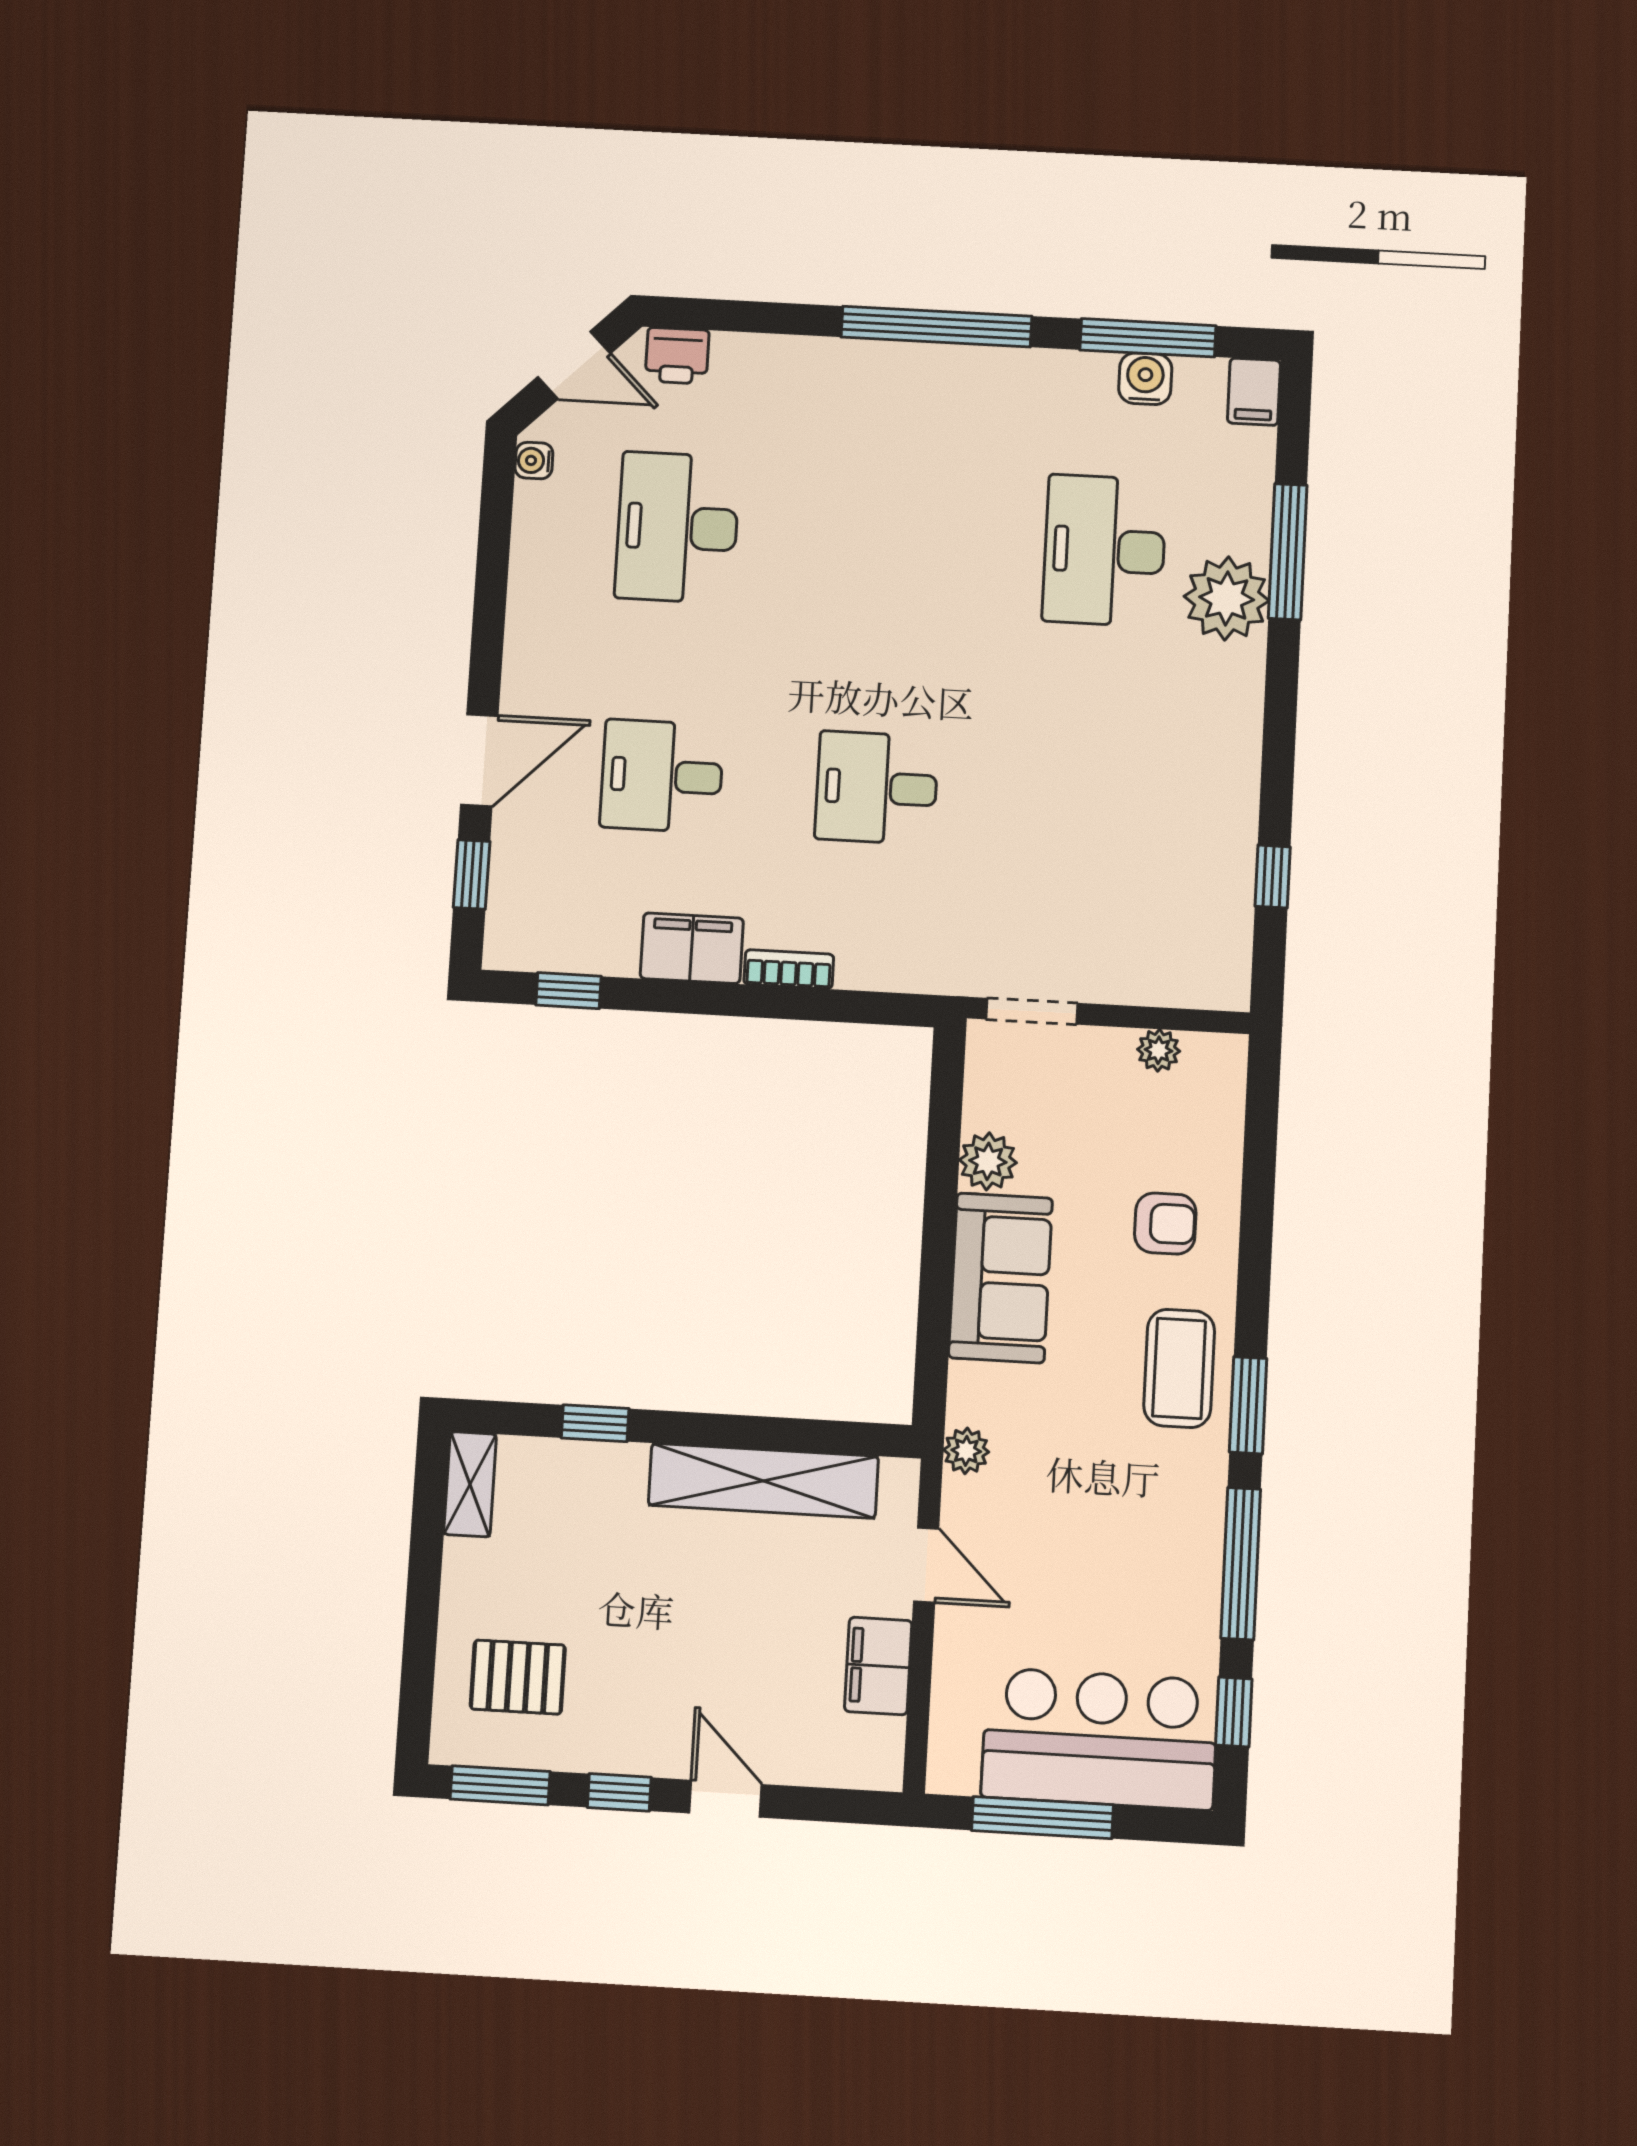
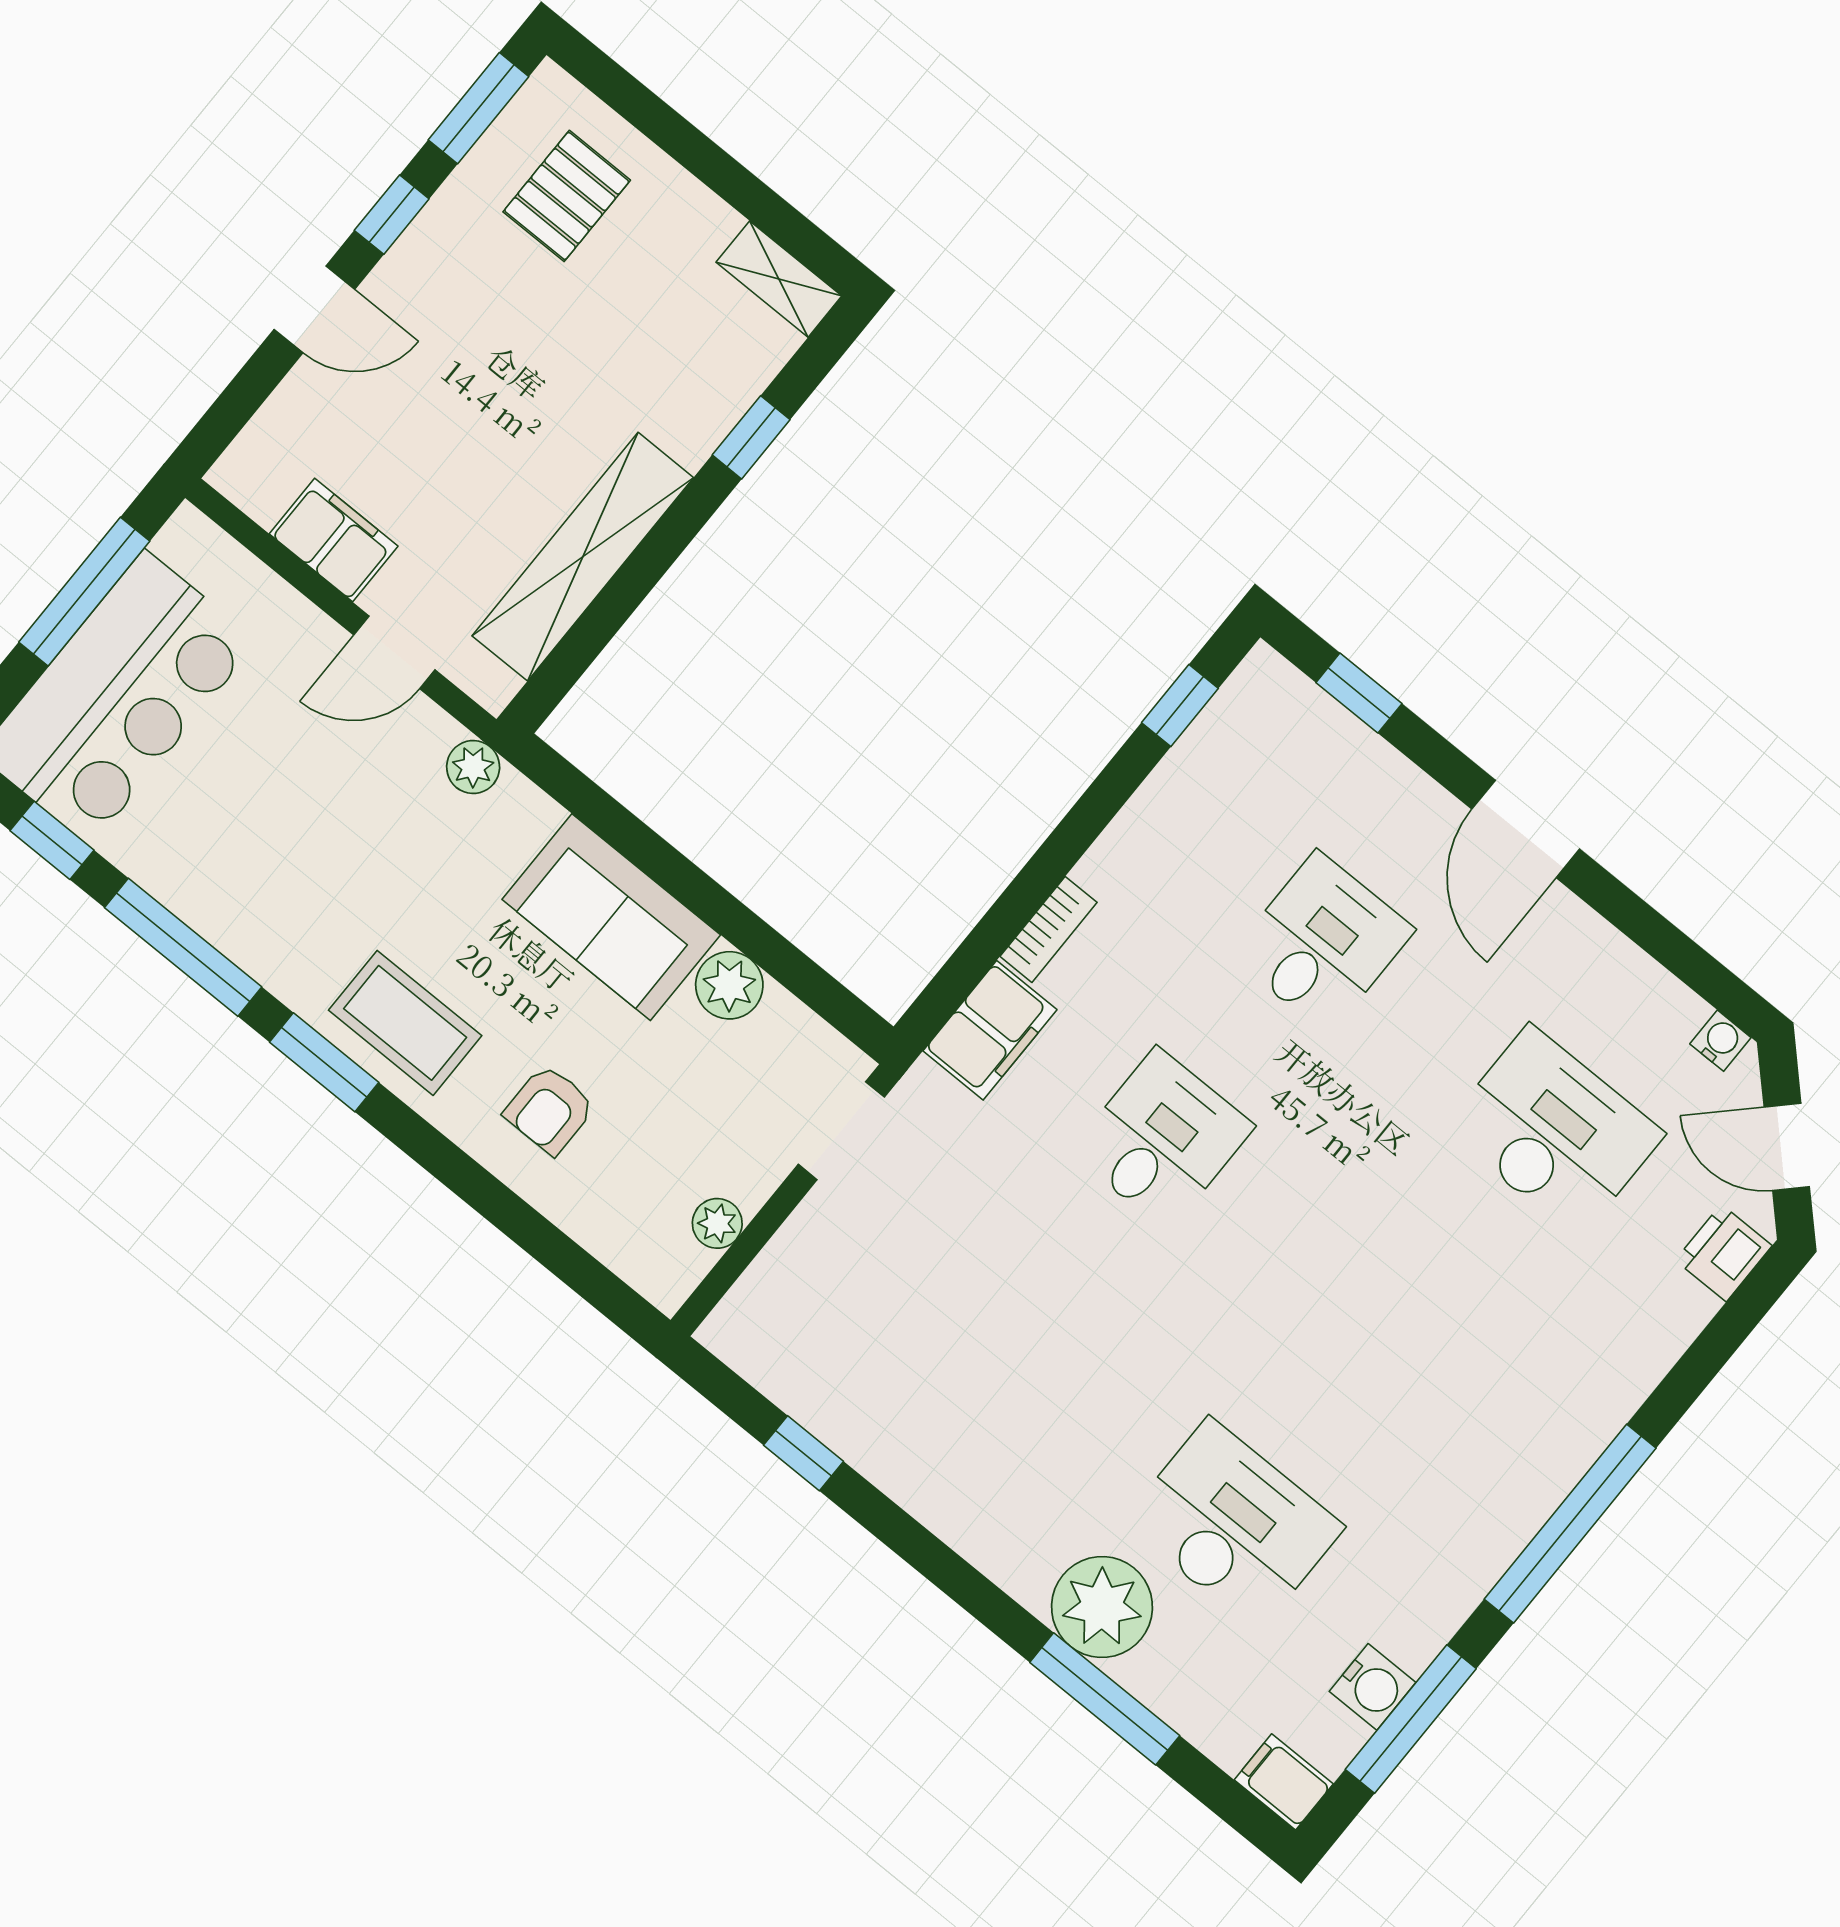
door: (574, 365) -> (1787, 1147), hinge flipped
door: (479, 760) -> (1526, 829), moved
filing cabinet: (692, 948) -> (990, 1030), moved

